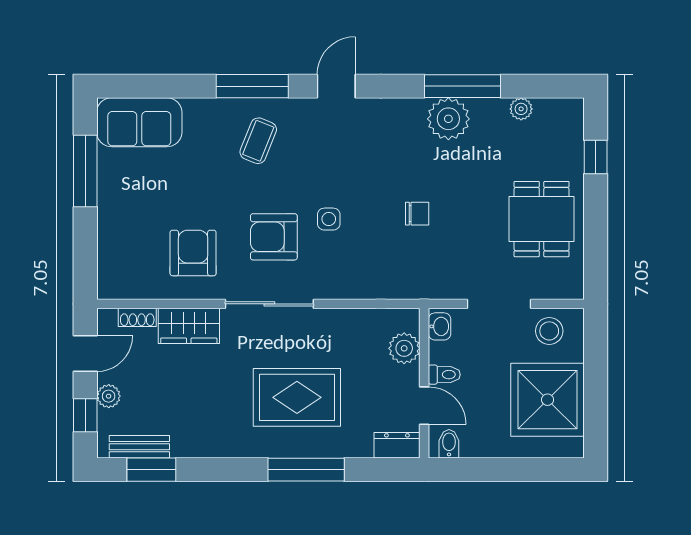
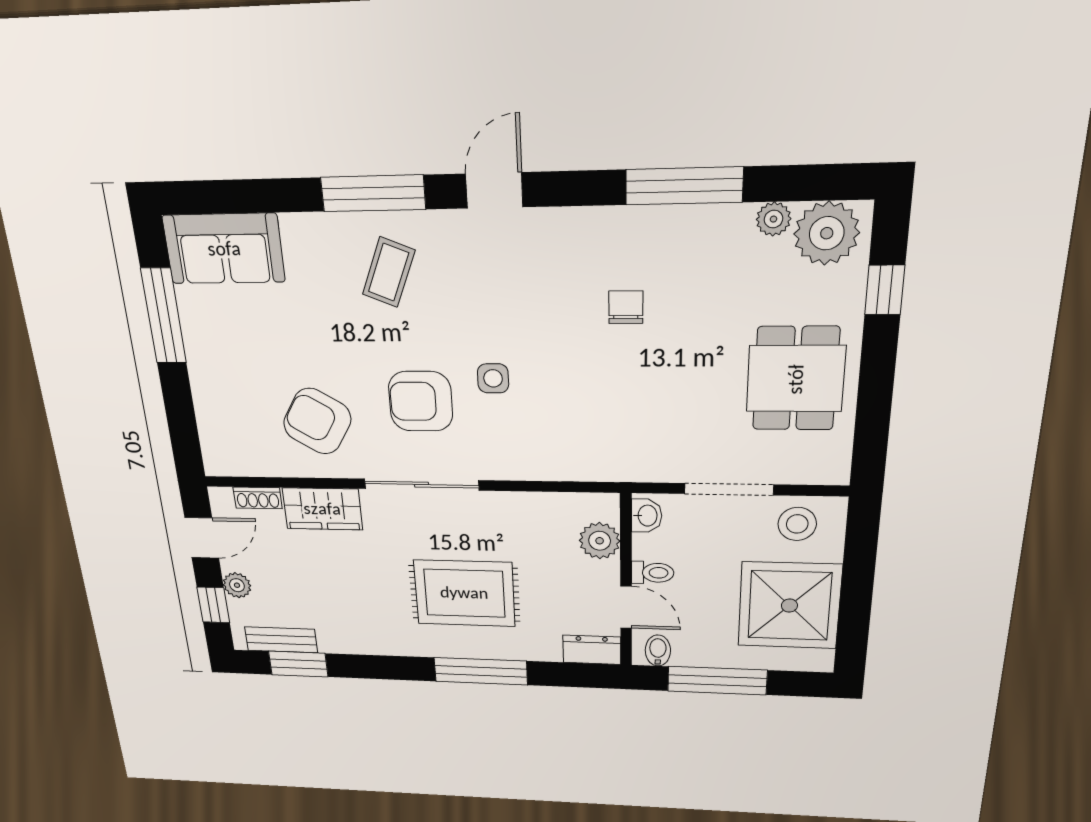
plant: (448, 119) -> (827, 233), moved
chair: (417, 214) -> (626, 307), moved, turned -90
armchair: (193, 253) -> (317, 421), turned -59
window: (496, 470) -> (717, 681), added

